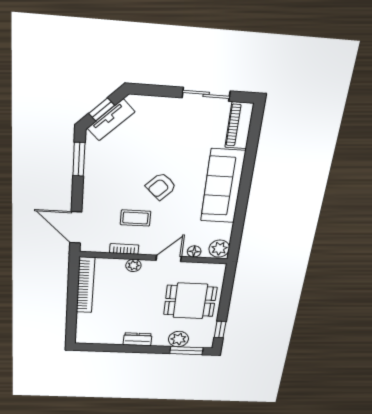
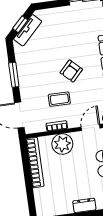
window: (79, 159) -> (14, 75), moved
plant: (133, 265) -> (62, 144), width x1.88, depth x1.88

